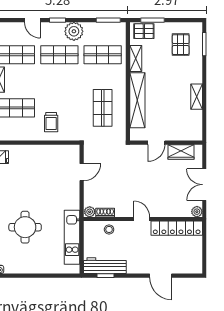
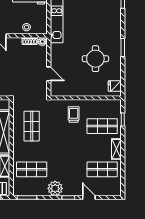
shop shelf: (59, 55) -> (67, 169), removed
door: (82, 172) -> (49, 74), swing flipped
round table: (25, 227) -> (95, 59), moved

